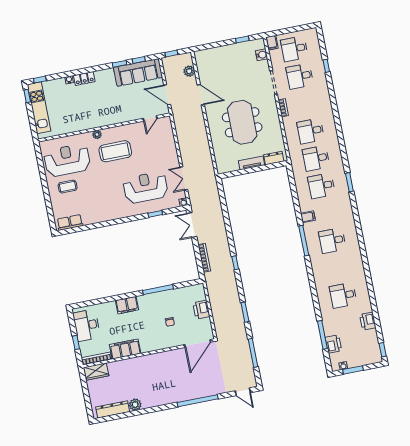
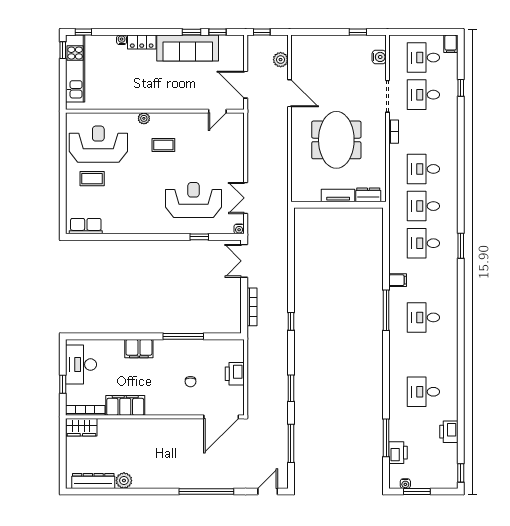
filing cabinet: (272, 43) -> (451, 44), moved
sofa: (138, 72) -> (188, 48), moved
coffee table: (115, 151) -> (163, 145), width x0.54, depth x0.58
door: (243, 392) -> (268, 491), swing flipped

